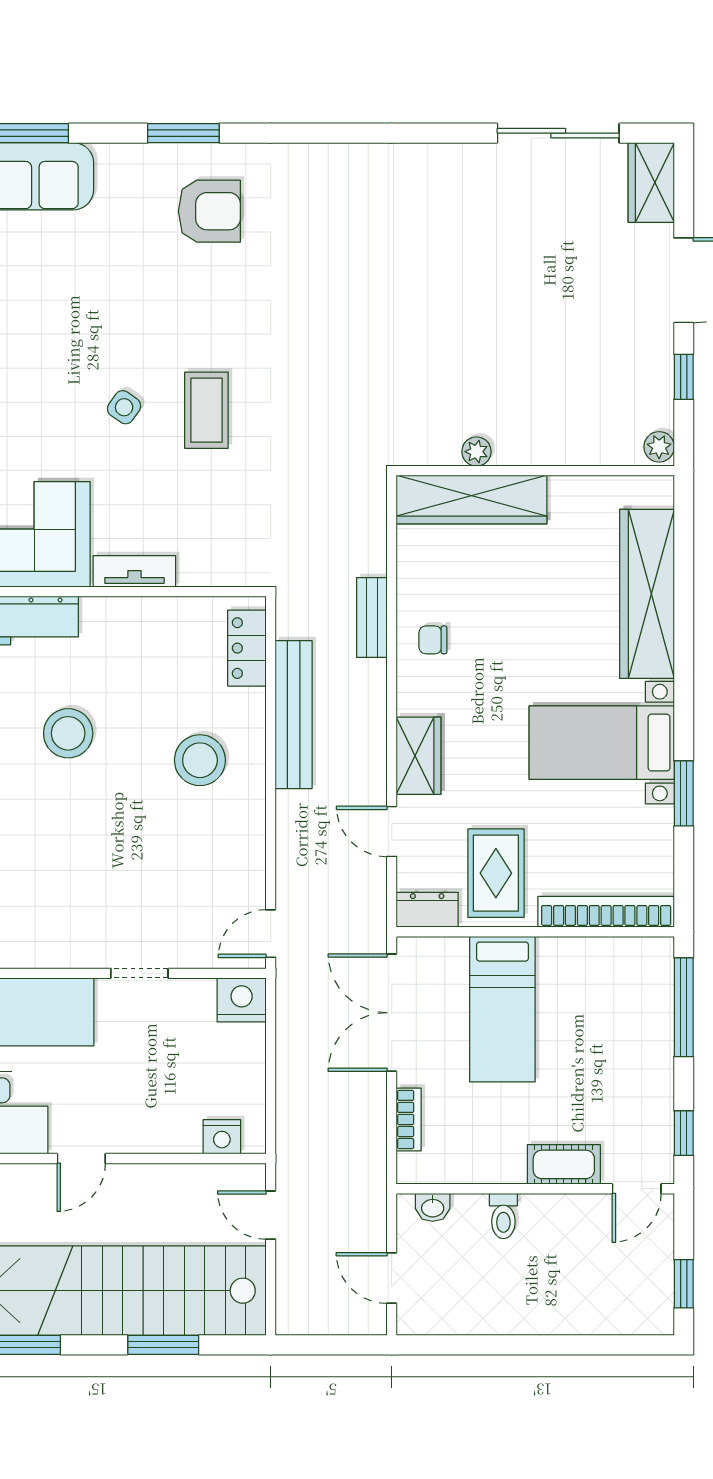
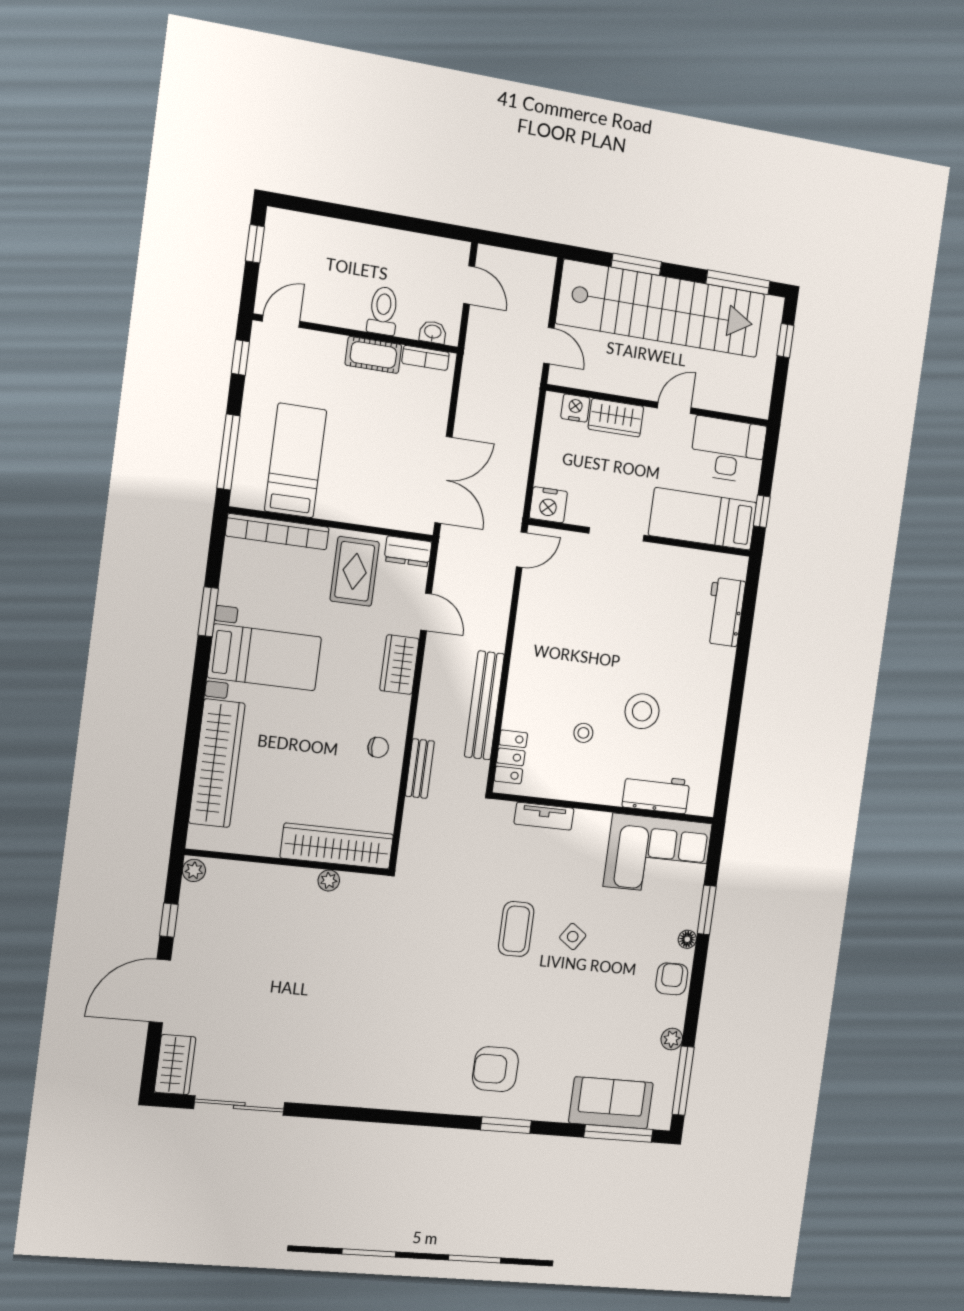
tv unit: (134, 571) -> (544, 816), moved
stool: (200, 760) -> (583, 733), moved, width x0.53, depth x0.53
doorway: (139, 973) -> (617, 534), width x1.38
bed: (502, 1009) -> (296, 461), moved
bookcase: (409, 1119) -> (426, 358), moved, turned -90
wardrobe: (163, 1132) -> (616, 418), added
cot: (564, 1164) -> (373, 355), moved
toilet: (503, 1216) -> (383, 311), width x1.37, depth x1.39

